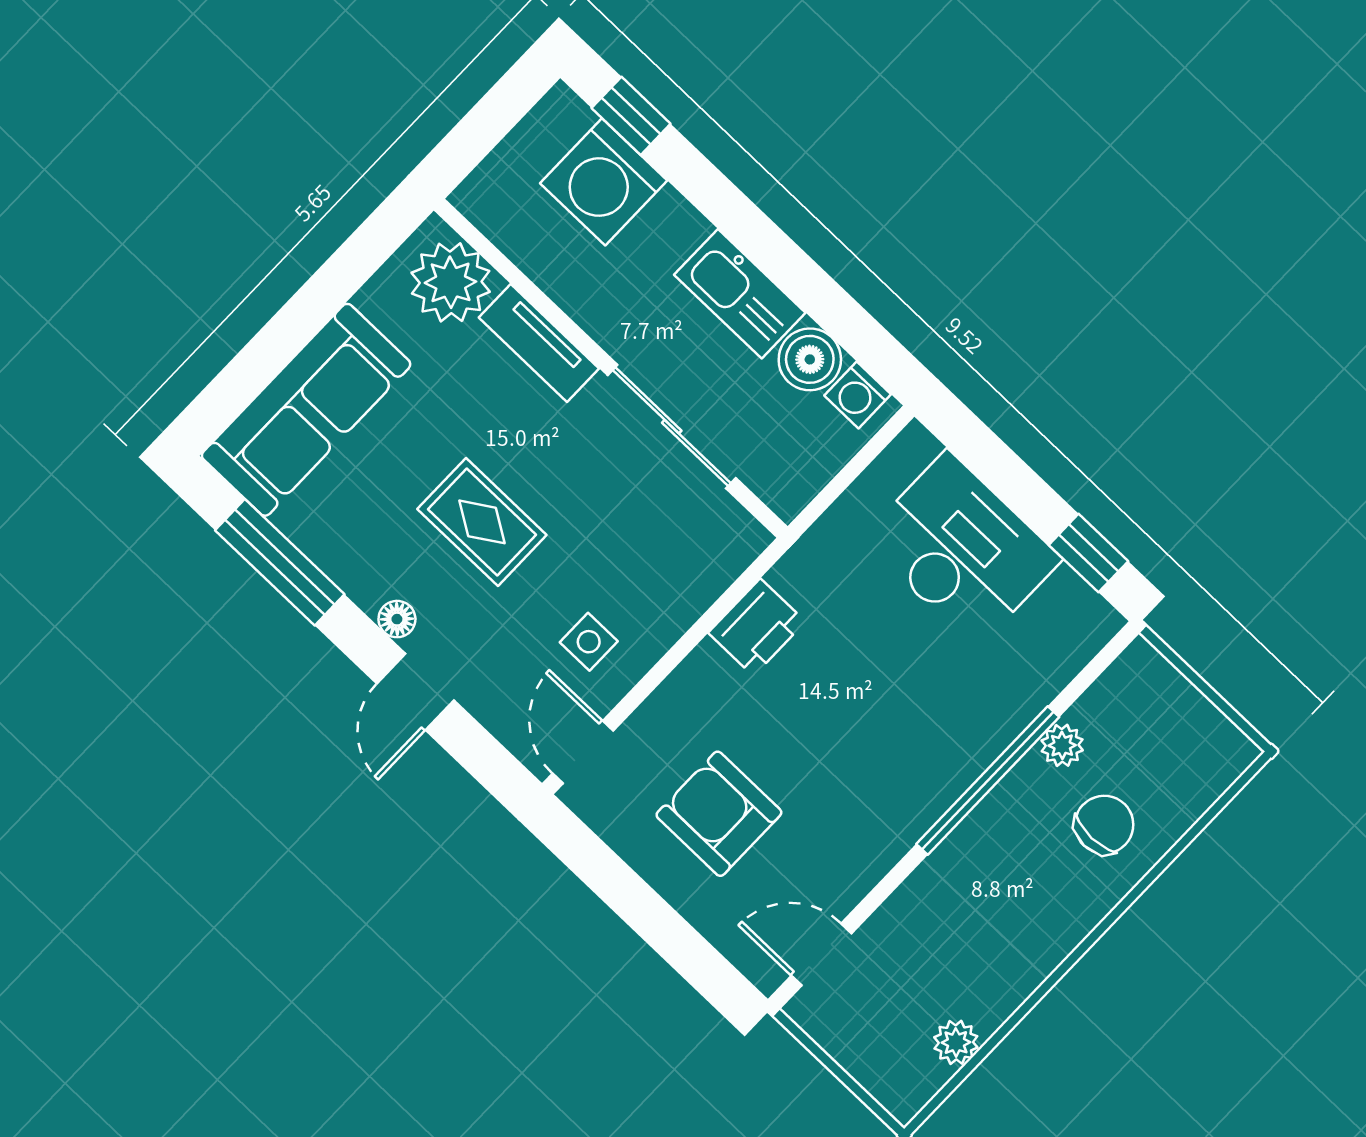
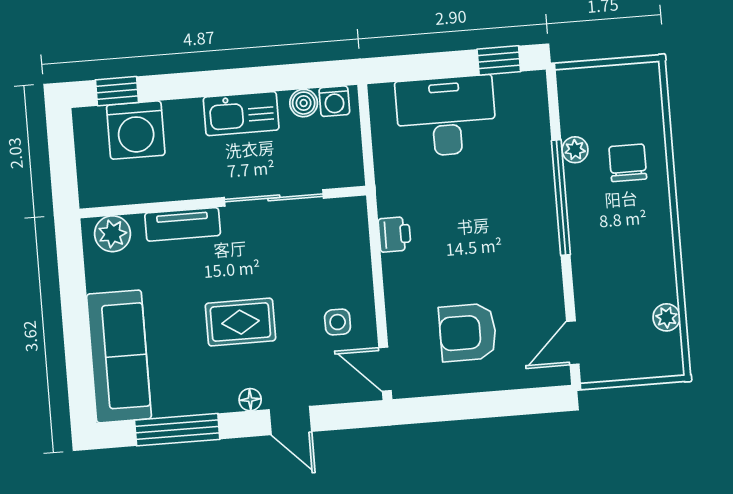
plant: (451, 282) -> (112, 234), width x0.73, depth x0.73
boiler: (810, 359) -> (304, 103), width x0.73, depth x0.73
printer: (757, 627) -> (395, 234), width x0.73, depth x0.81

